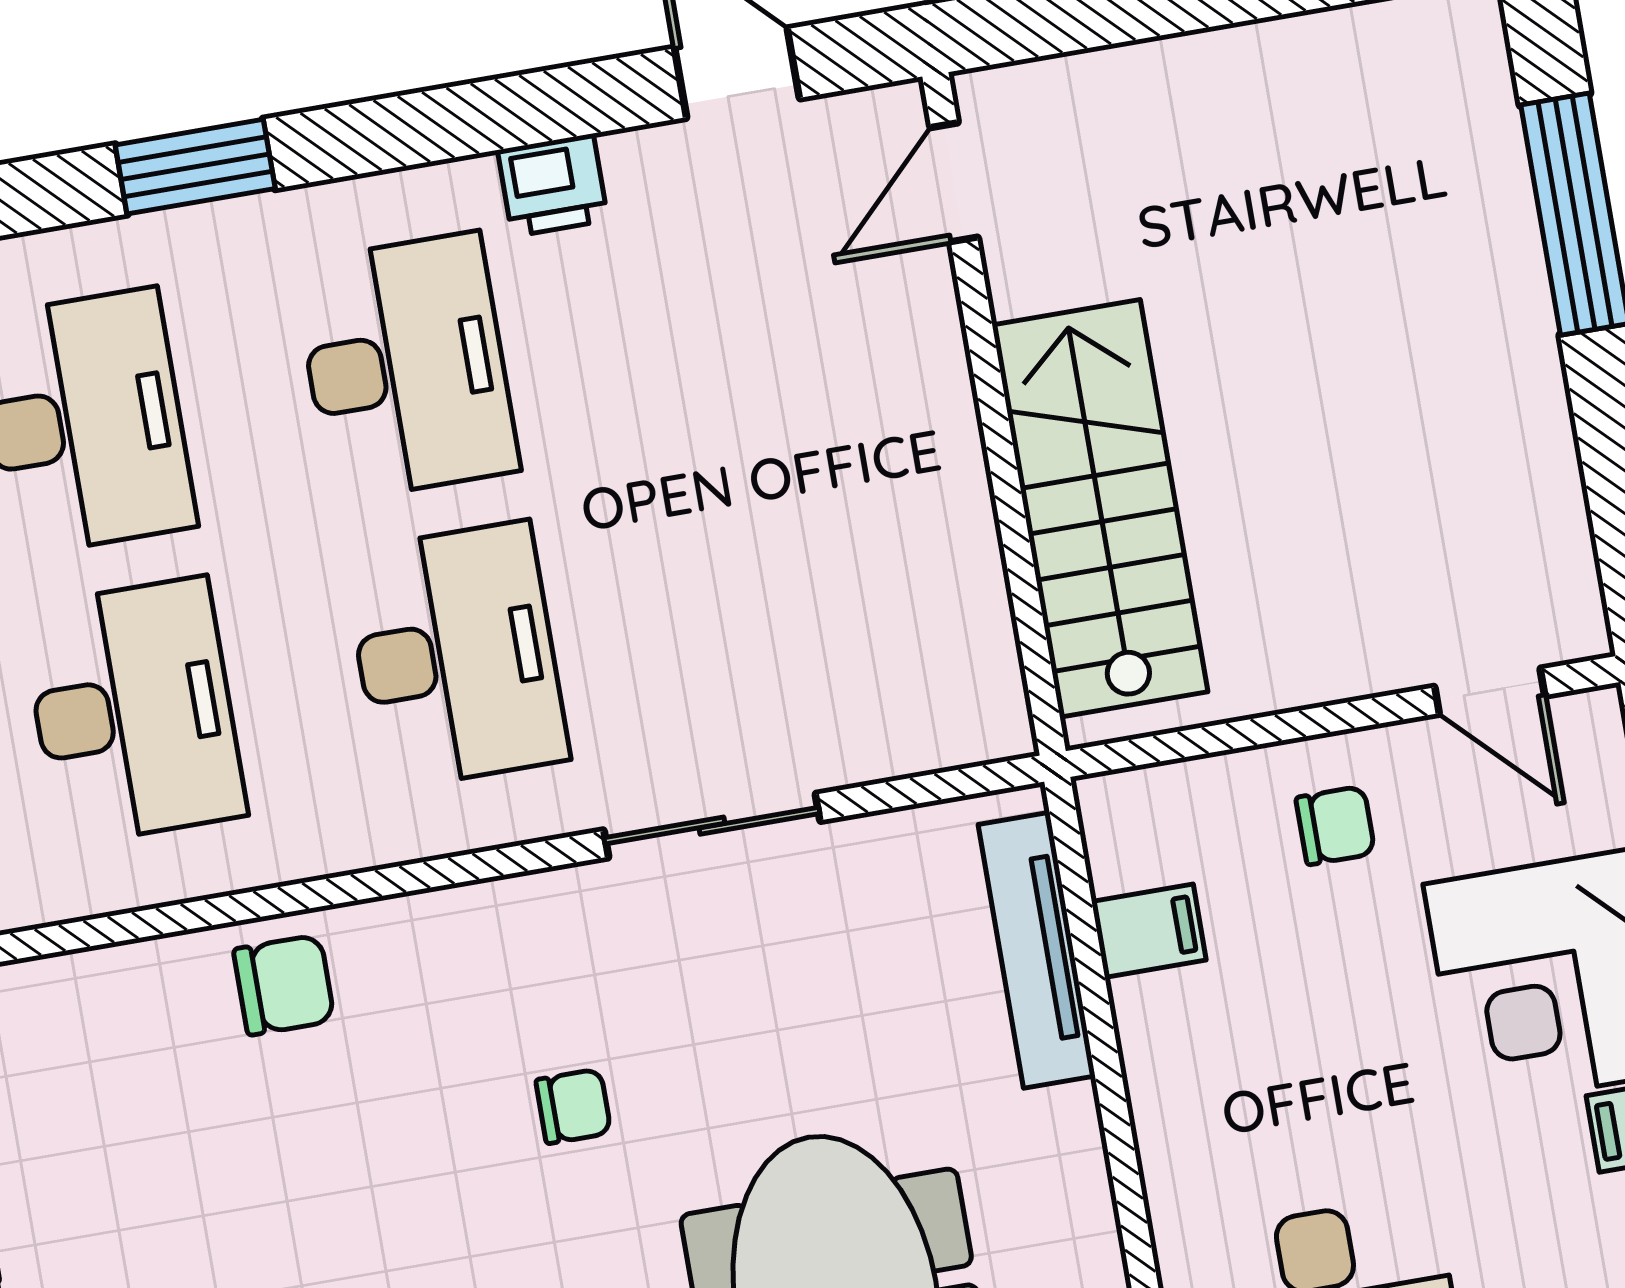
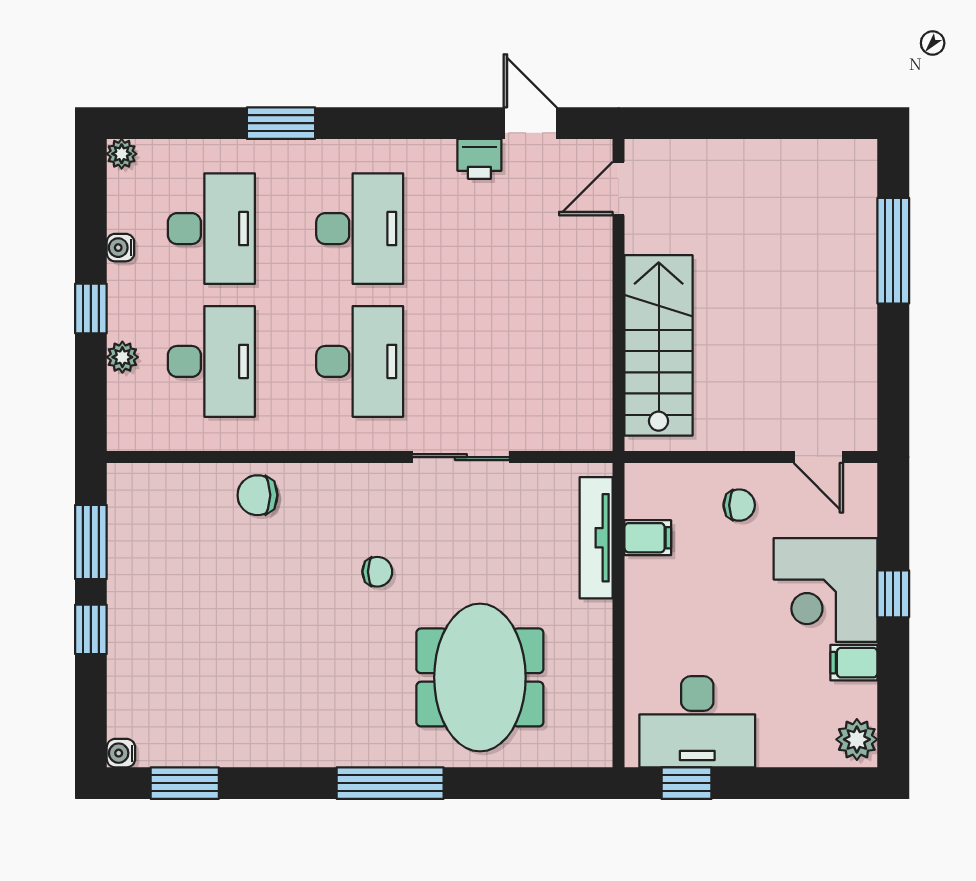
printer: (553, 185) -> (479, 159), moved
chair: (284, 985) -> (258, 495), turned 180

